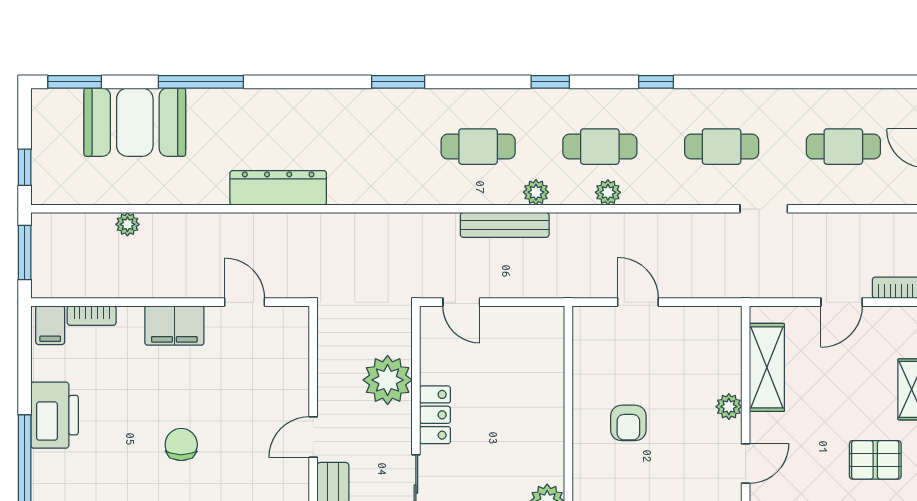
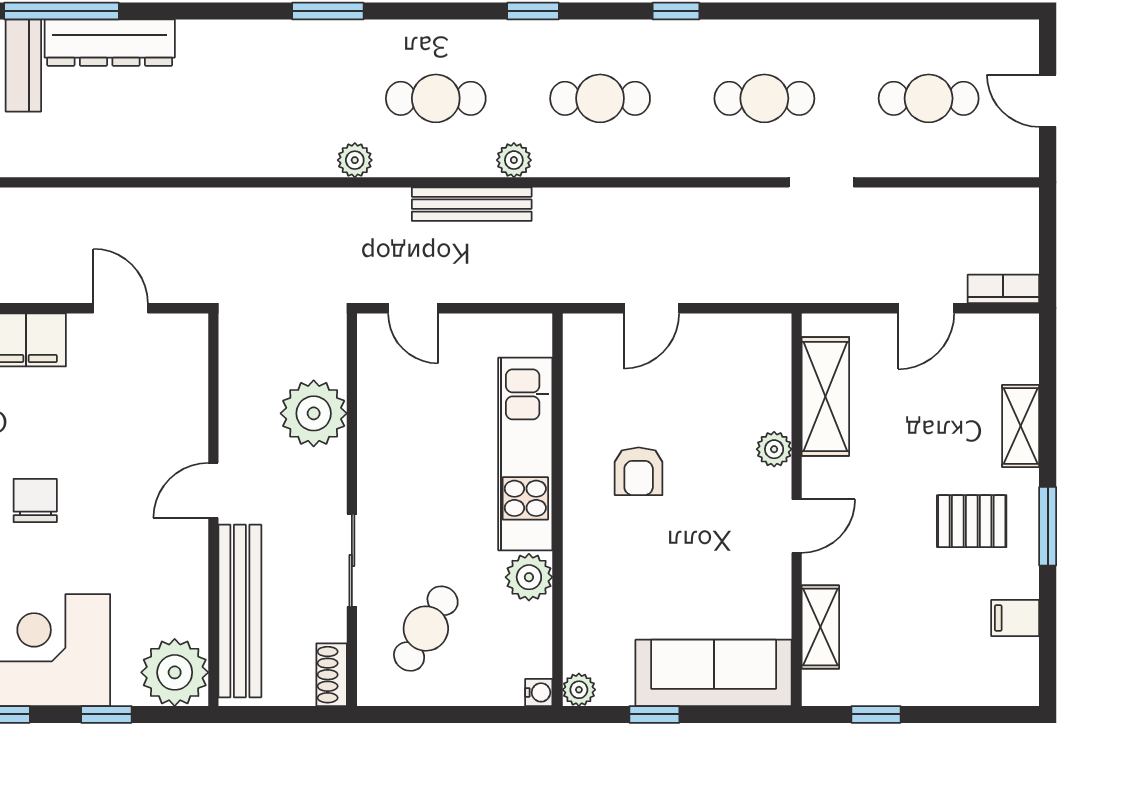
dresser: (278, 188) -> (110, 43), moved, turned 180
plant: (608, 192) -> (355, 160), moved
door: (638, 302) -> (652, 308), swing flipped
kitchen unit: (544, 410) -> (525, 454), added
locker: (435, 415) -> (378, 460), removed

